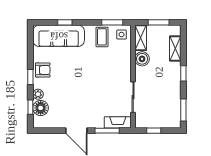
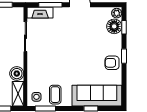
plant: (38, 94) -> (117, 13), moved

